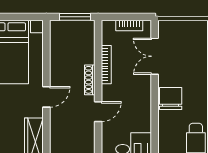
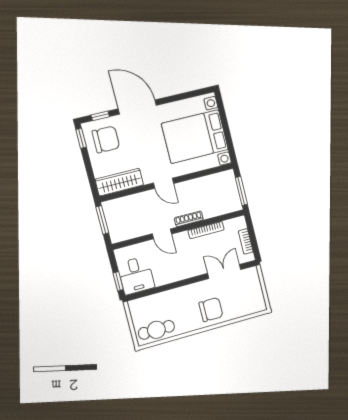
chair: (171, 99) -> (211, 310), moved

